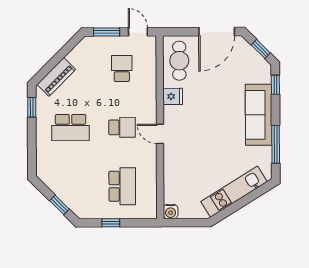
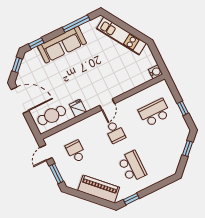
school desk: (122, 68) -> (76, 151), turned 90
piano: (56, 77) -> (99, 189), width x1.37, depth x1.33
school desk: (122, 127) -> (115, 132), turned 180

